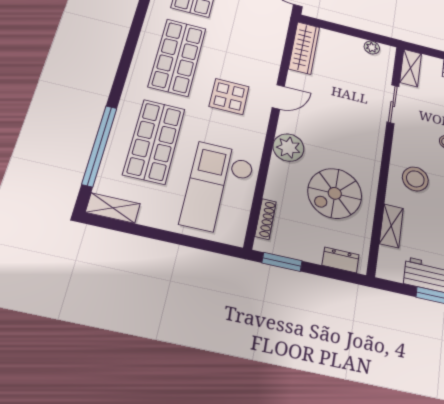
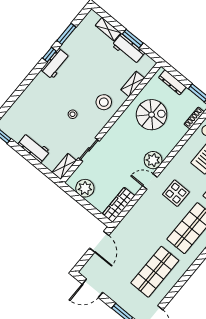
plant: (372, 47) -> (85, 188), width x1.87, depth x1.87
plant: (288, 148) -> (153, 160), moved
dresser: (341, 260) -> (172, 82), width x1.44

